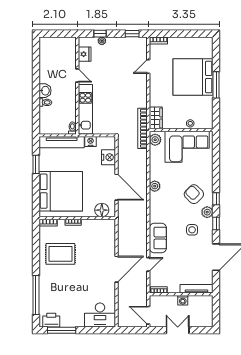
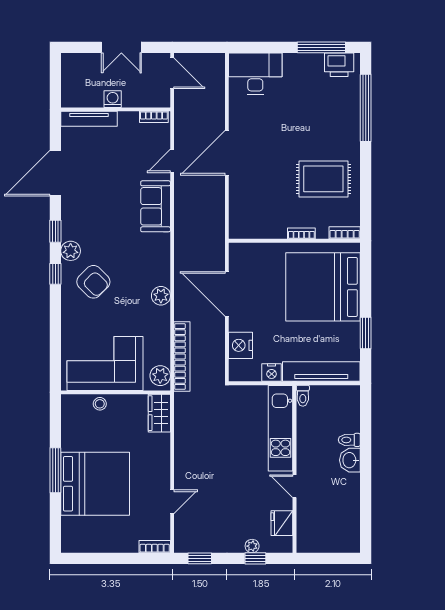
bookcase: (143, 128) -> (182, 357), moved
floor lamp: (102, 210) -> (252, 254), removed
side table: (192, 230) -> (97, 220), removed

